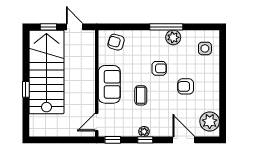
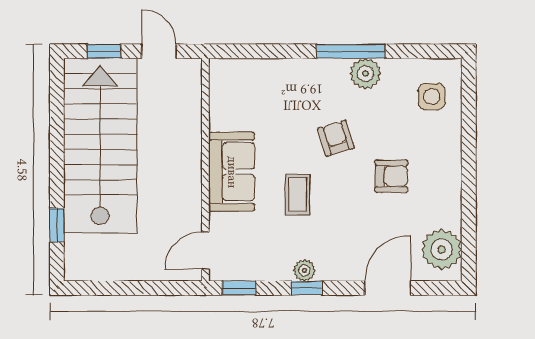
armchair: (116, 42) -> (246, 83), removed
armchair: (159, 68) -> (336, 138), turned -107
armchair: (186, 86) -> (391, 176), turned 180
window: (26, 89) -> (57, 225), moved
door: (184, 140) -> (388, 288), hinge flipped

